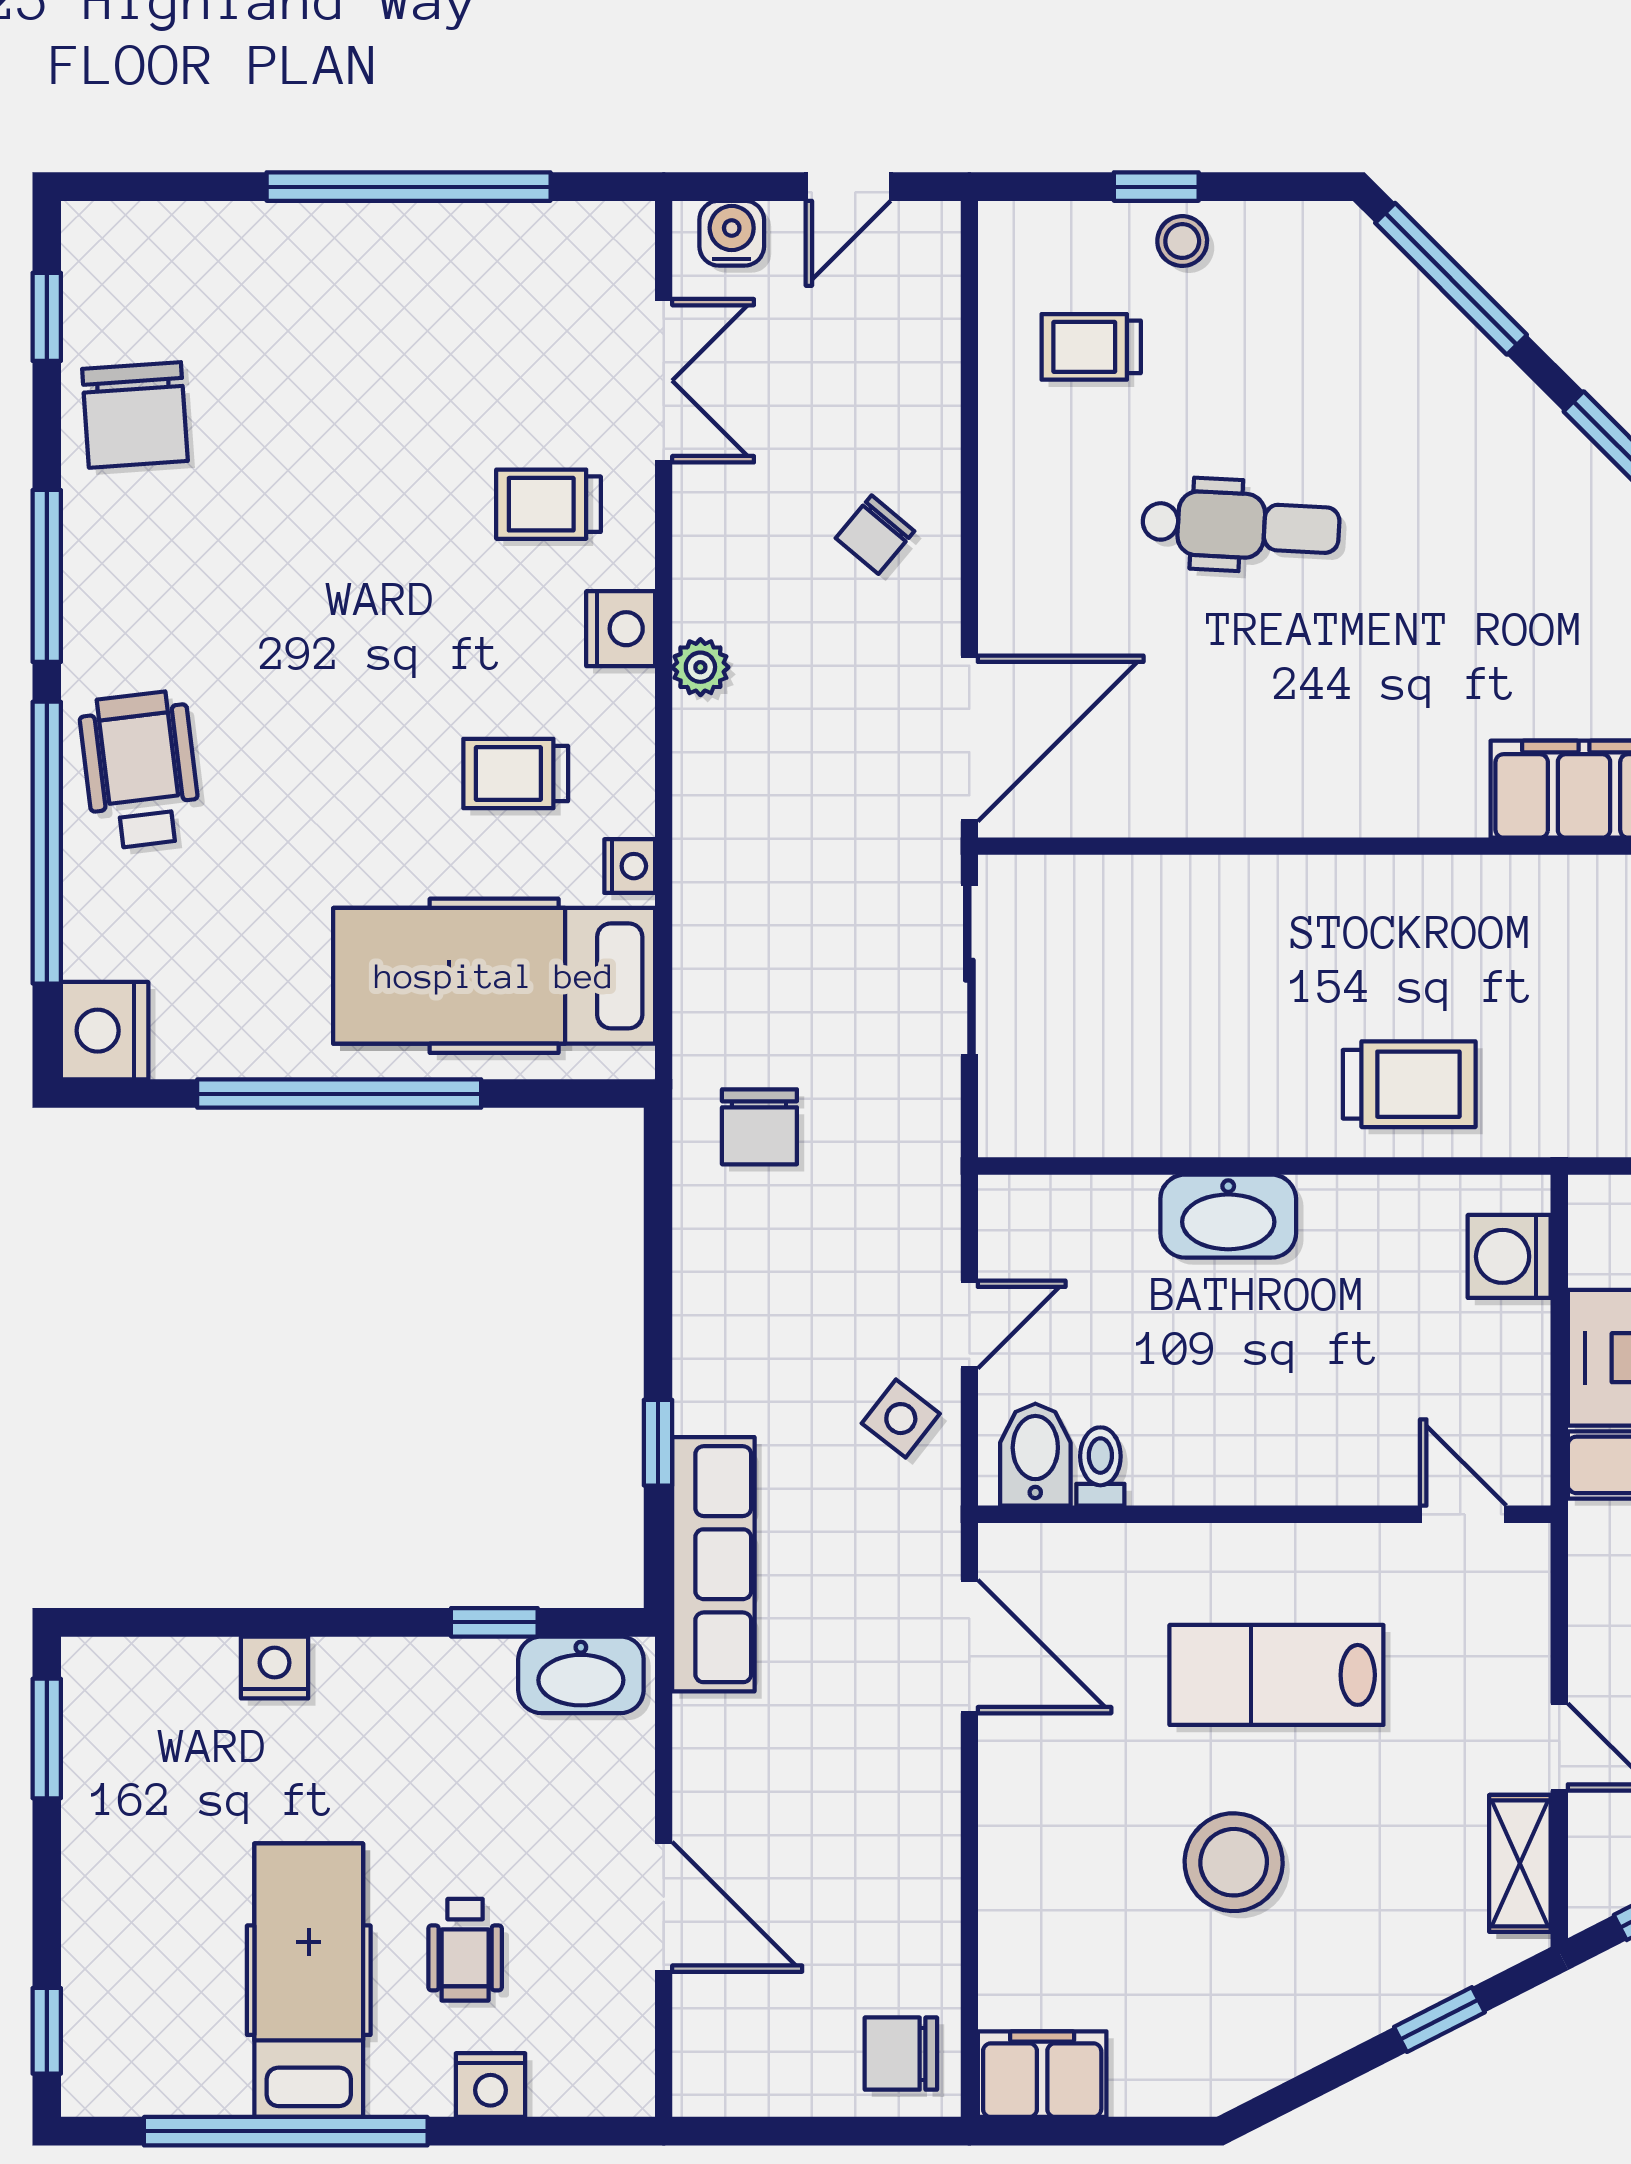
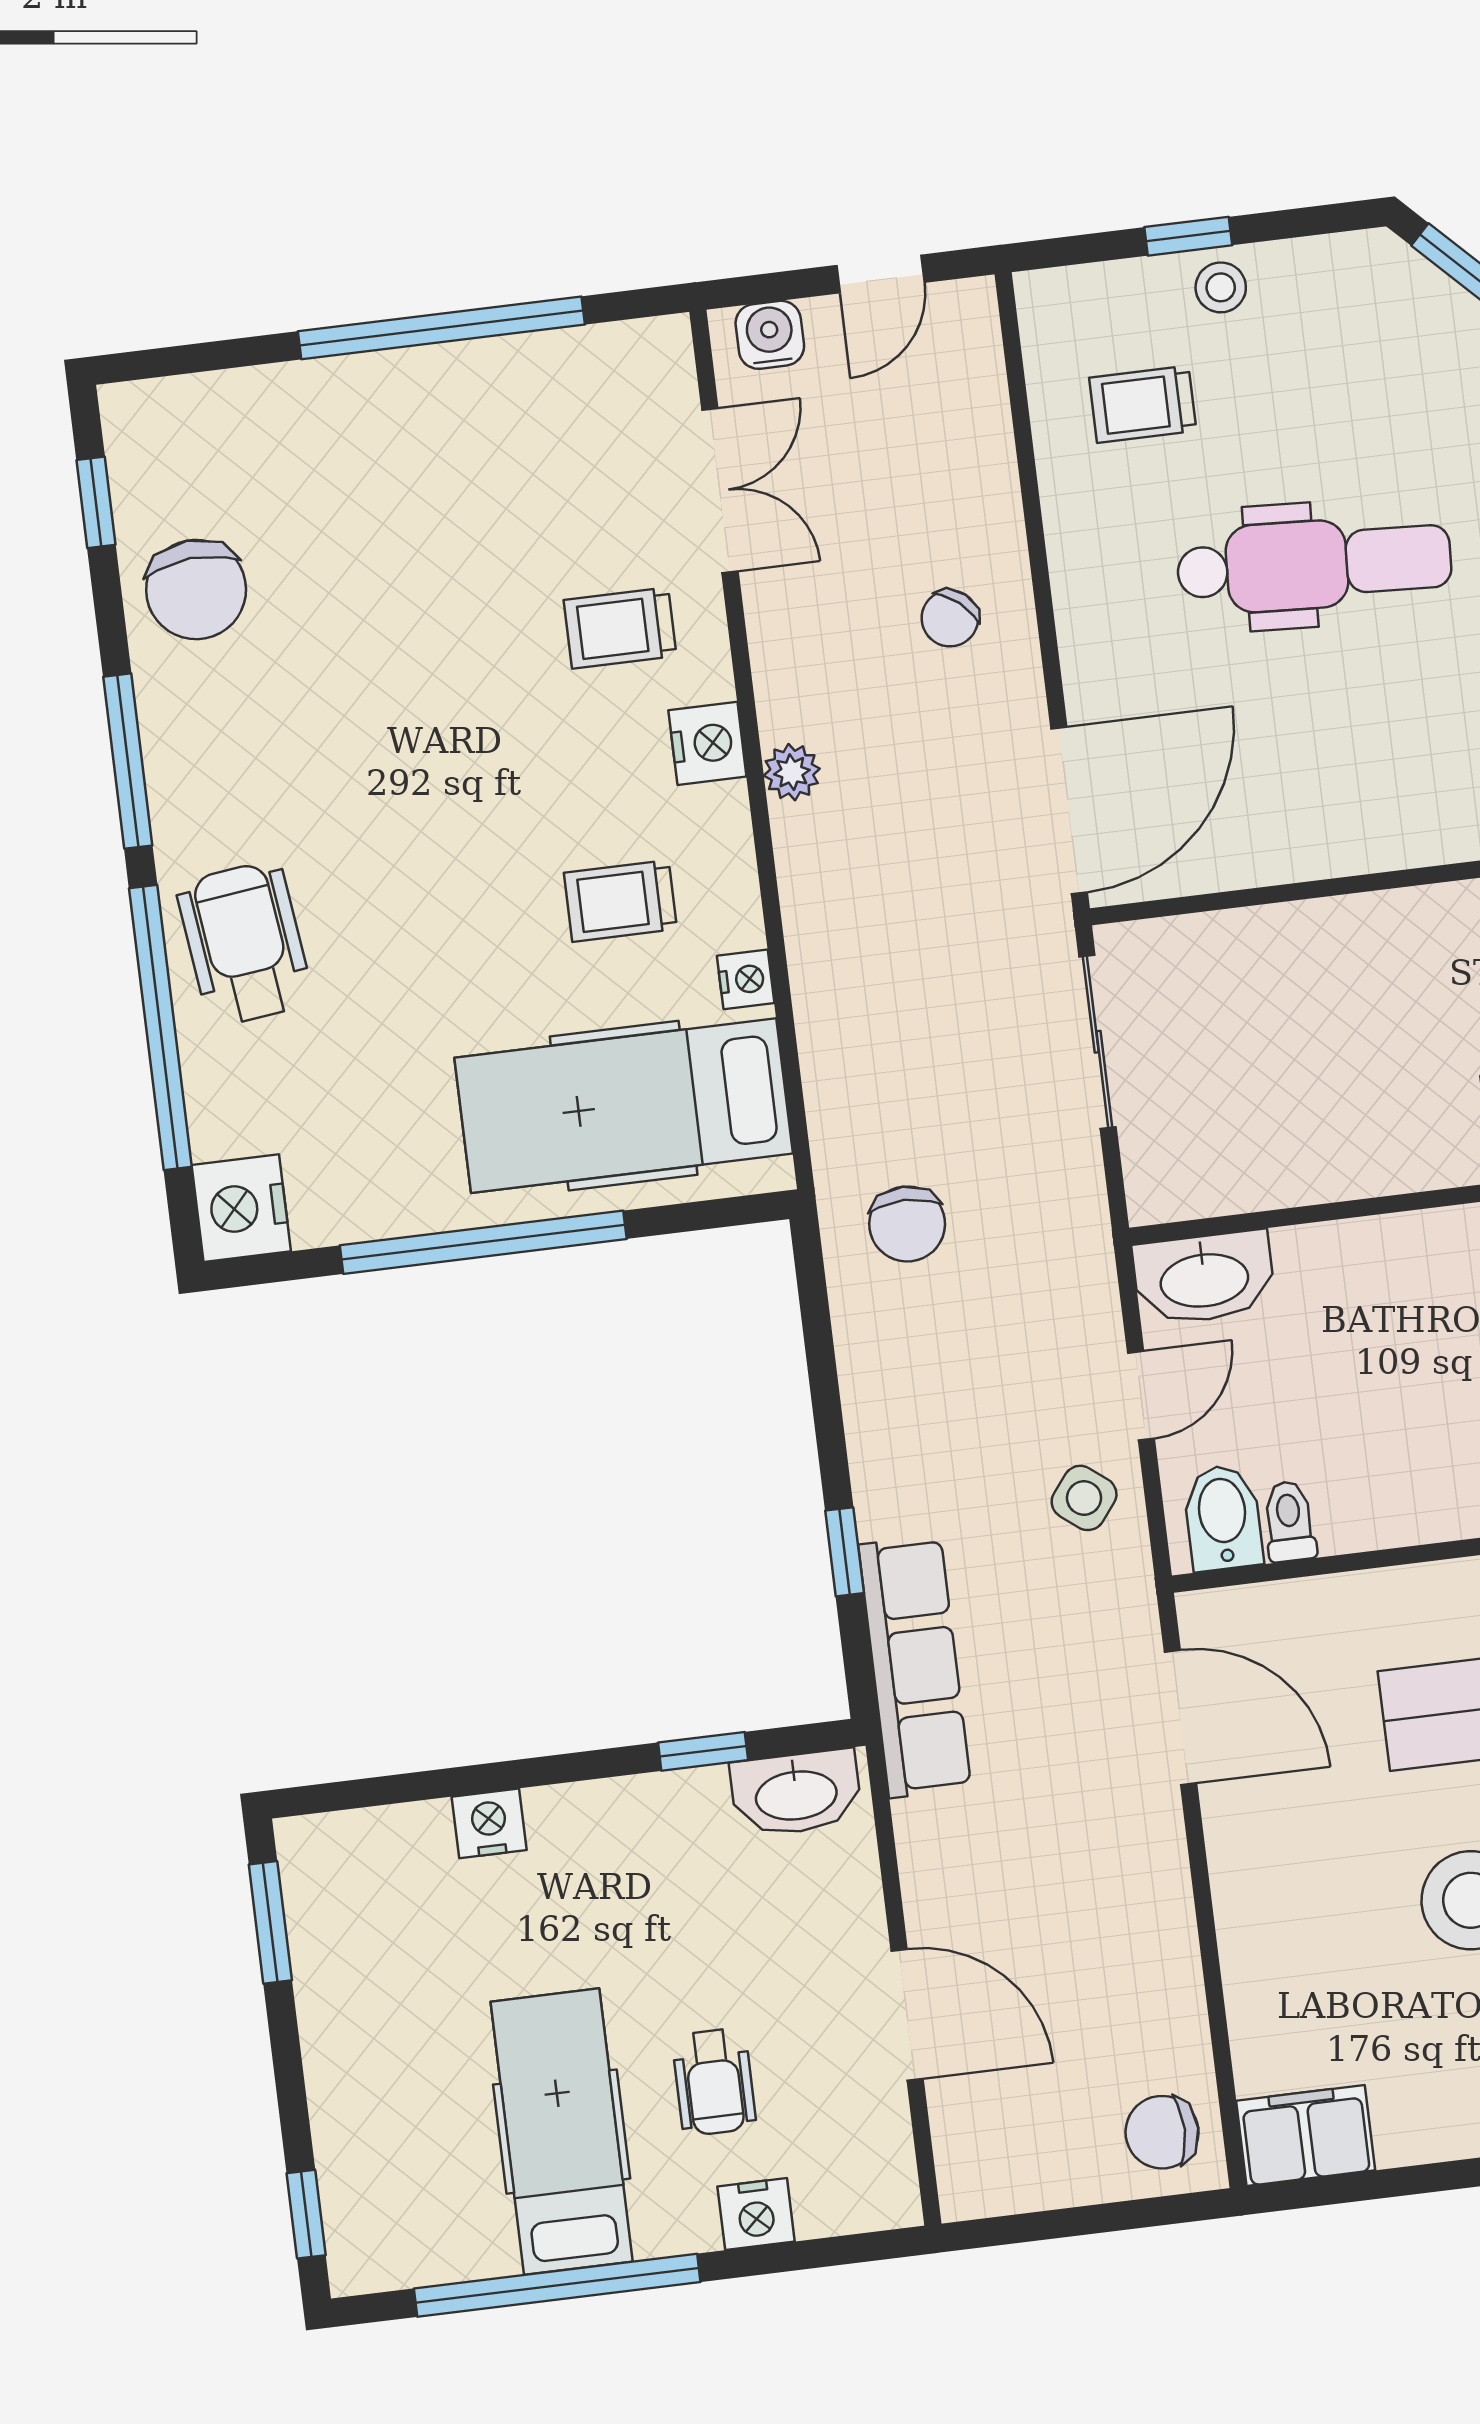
dental chair: (1241, 526) -> (1314, 564), width x1.36, depth x1.38
washbasin: (1228, 1216) -> (1204, 1278), moved

